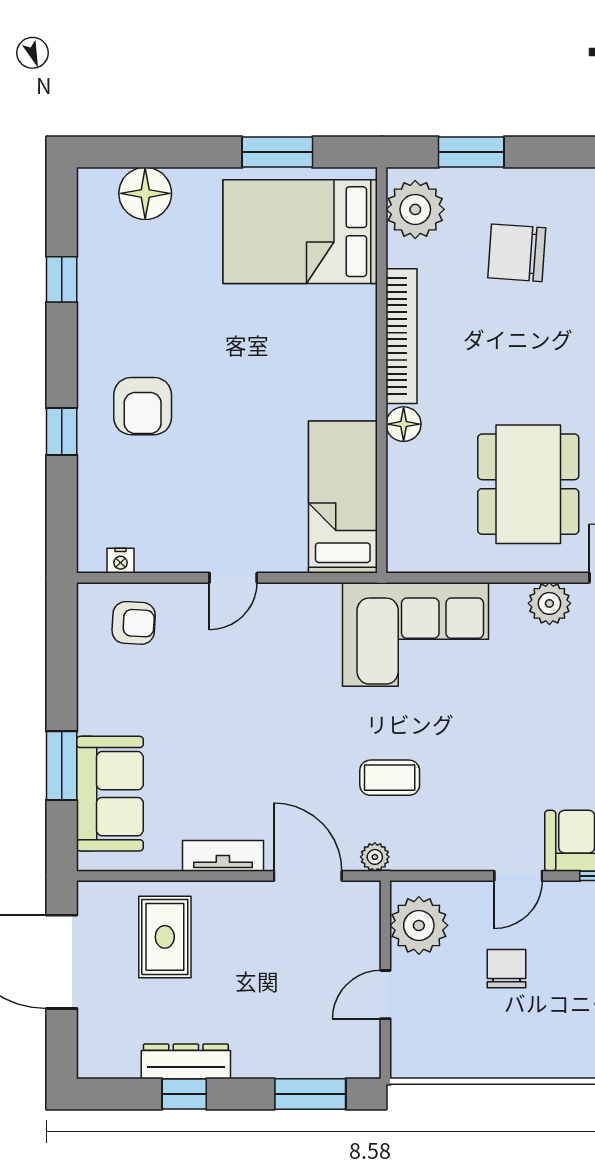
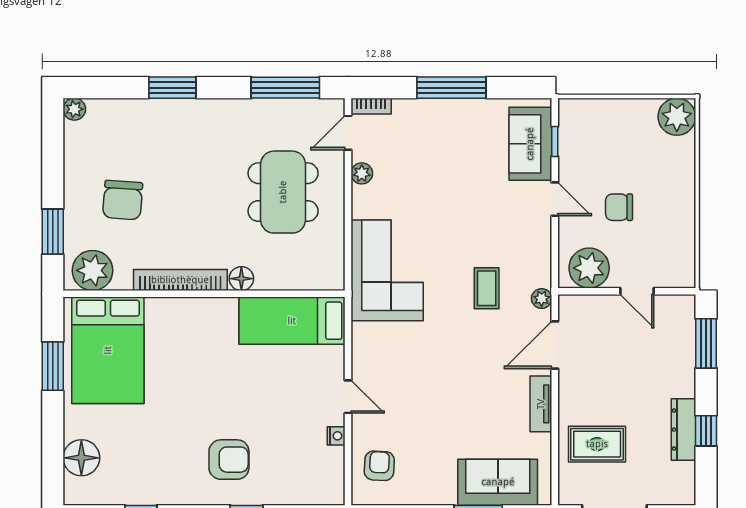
dining table: (528, 484) -> (283, 192), turned 90
nightstand: (121, 561) -> (336, 436), moved
plant: (549, 603) -> (362, 173), width x0.73, depth x0.73

